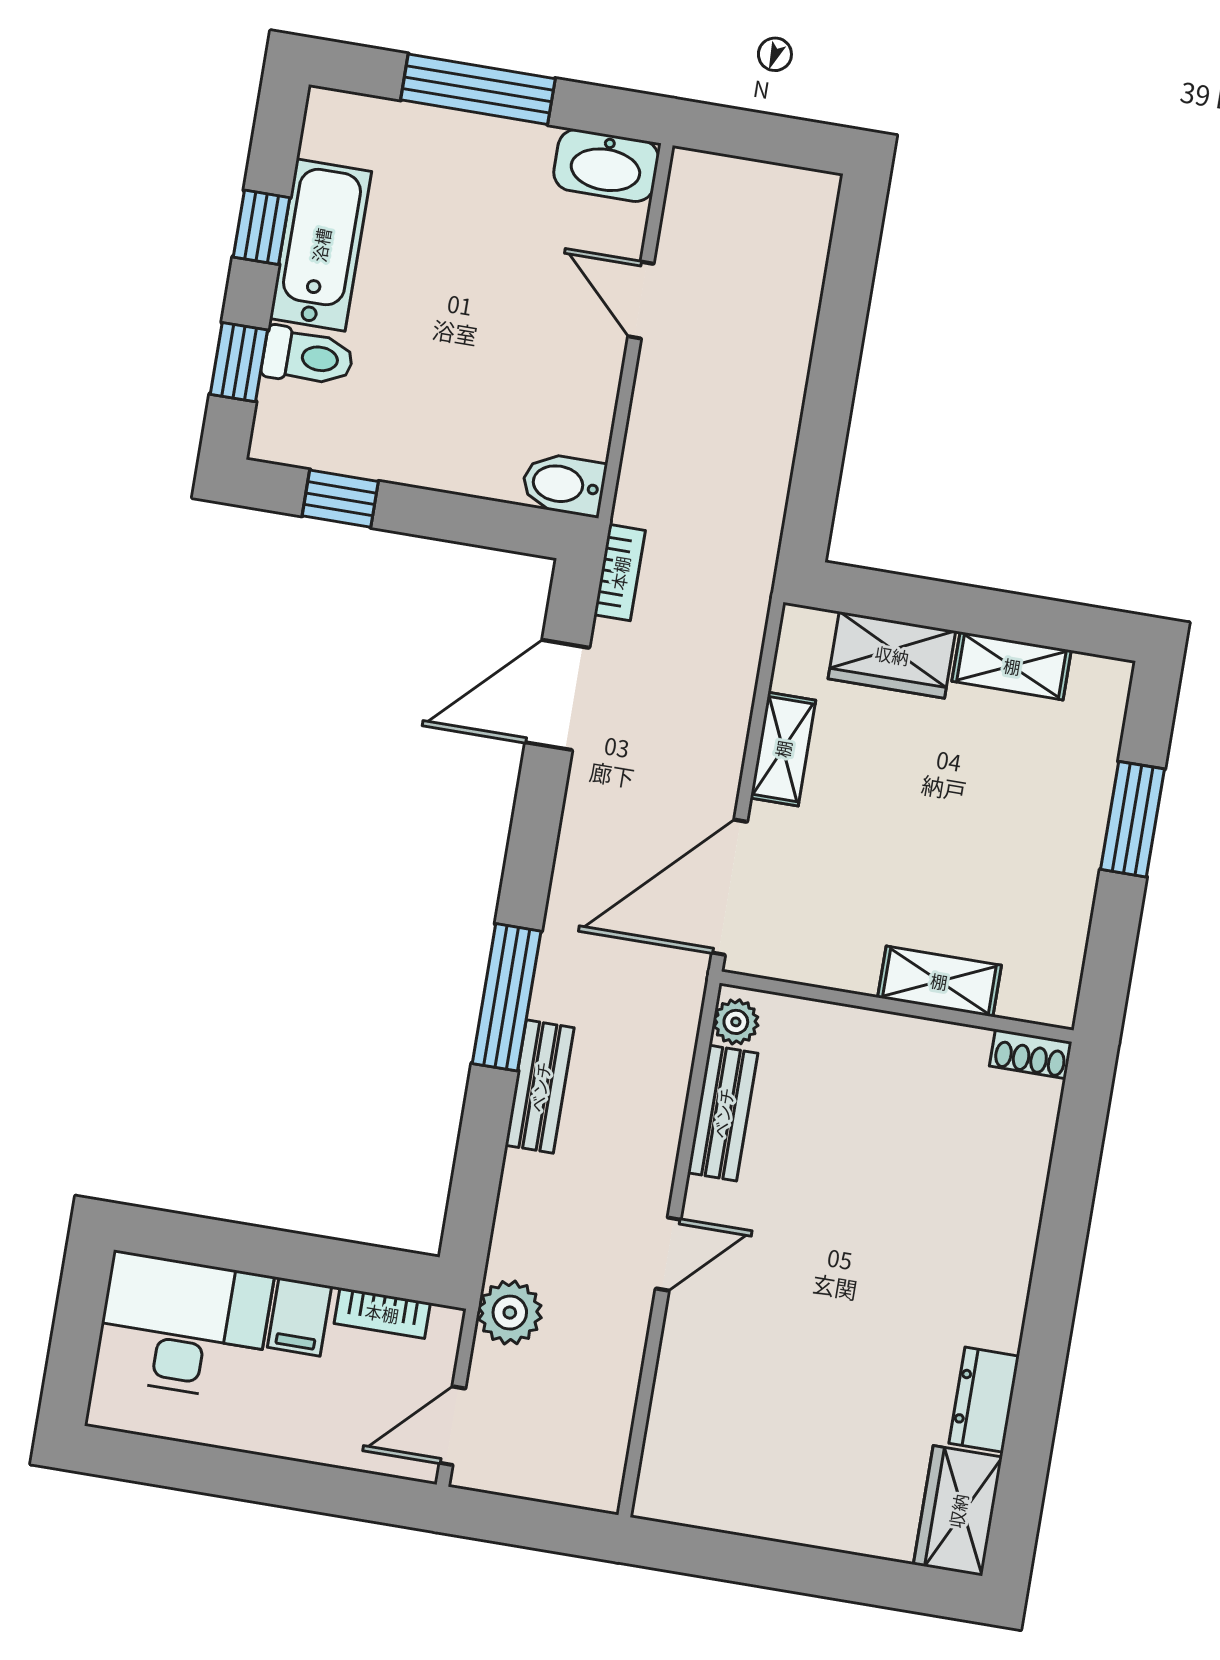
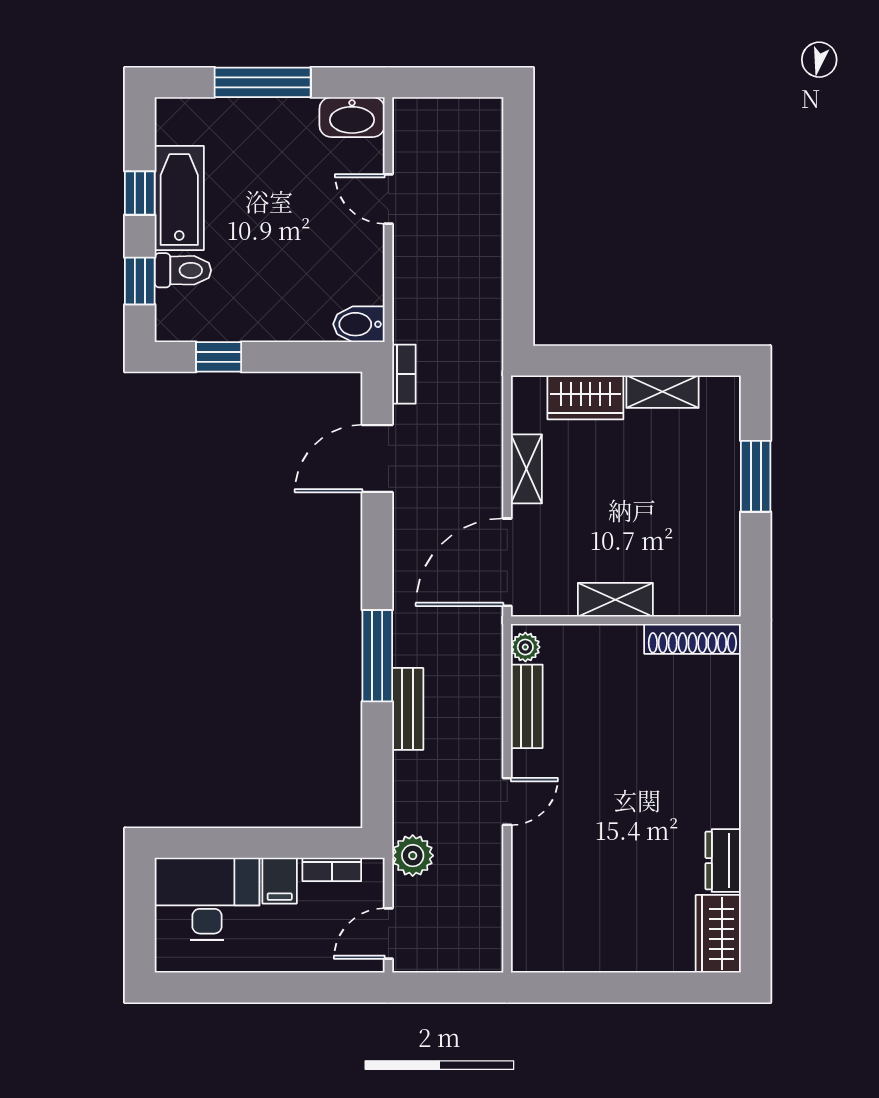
shelving: (939, 981) -> (615, 600), moved
shoe rack: (1031, 1054) -> (692, 639), width x1.94, depth x1.24

